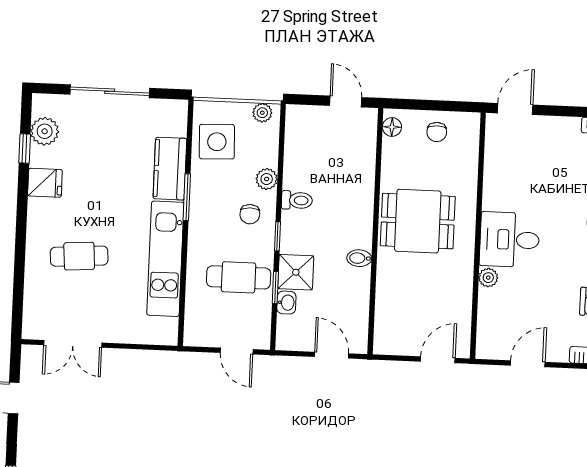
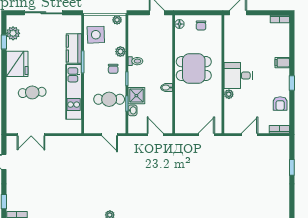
fridge: (45, 183) -> (17, 64), width x1.88, depth x1.34

